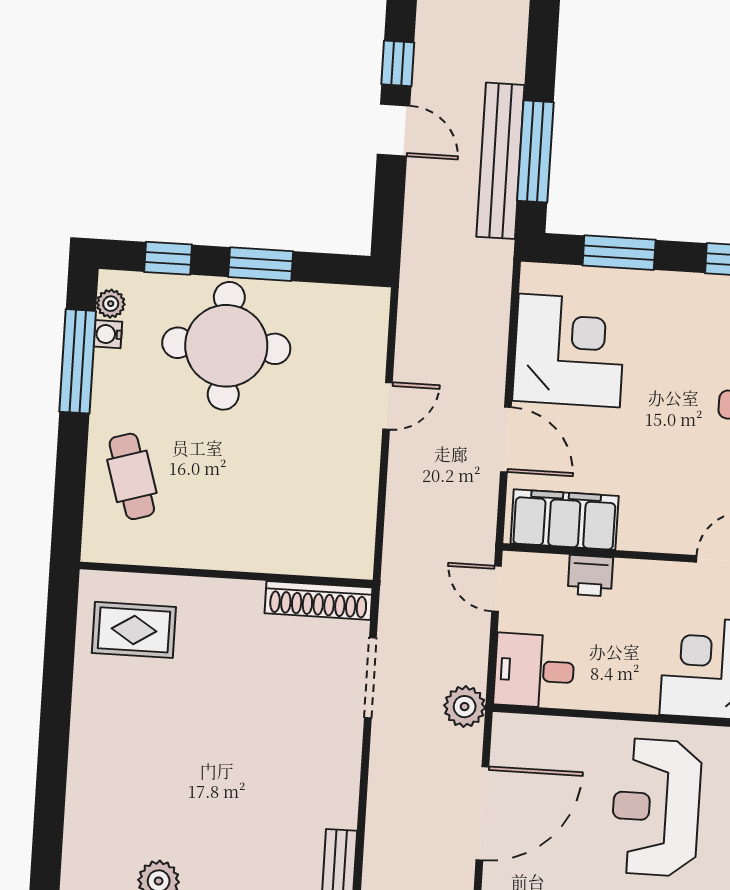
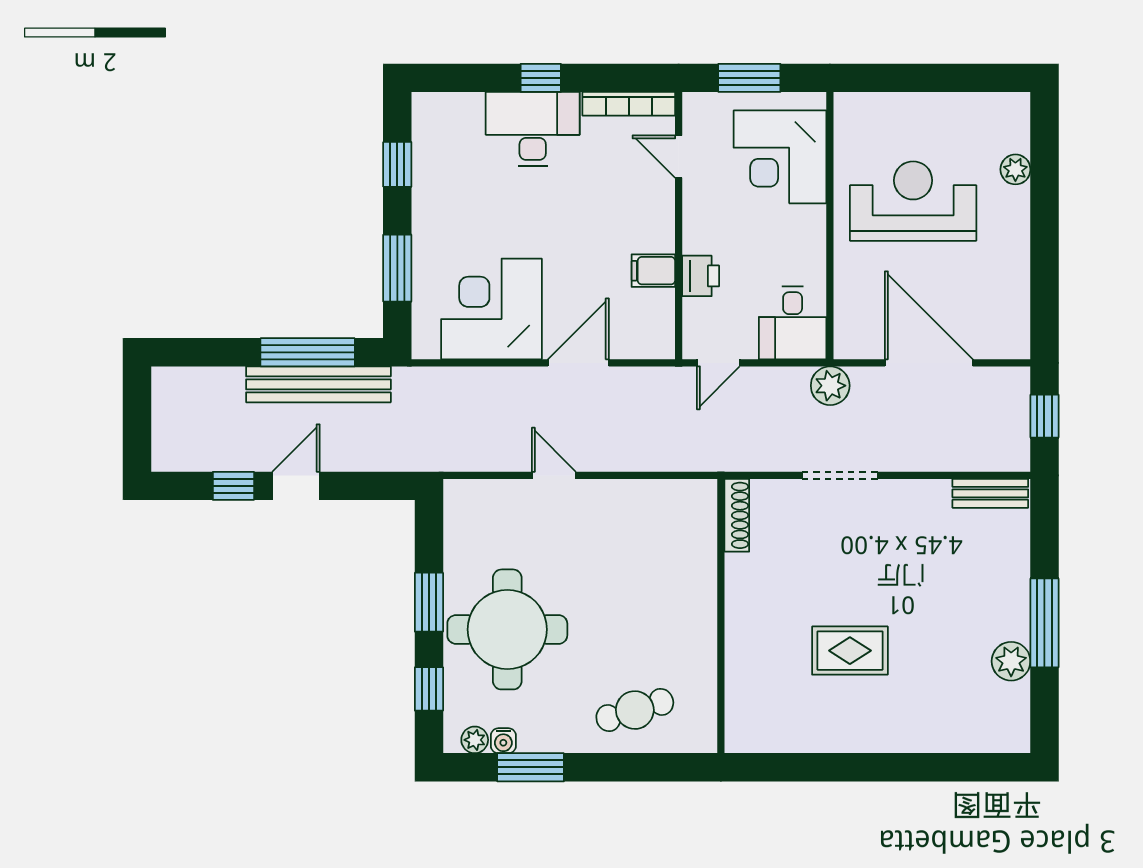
window: (78, 361) -> (531, 767), width x0.69
filing cabinet: (565, 520) -> (653, 271), width x0.33, depth x0.86
shoe rack: (318, 600) -> (737, 515), width x0.74, depth x0.81
rug: (134, 630) -> (850, 651), moved, turned 90
doorway: (370, 678) -> (840, 475), moved
reception desk: (656, 807) -> (913, 201), turned 180

